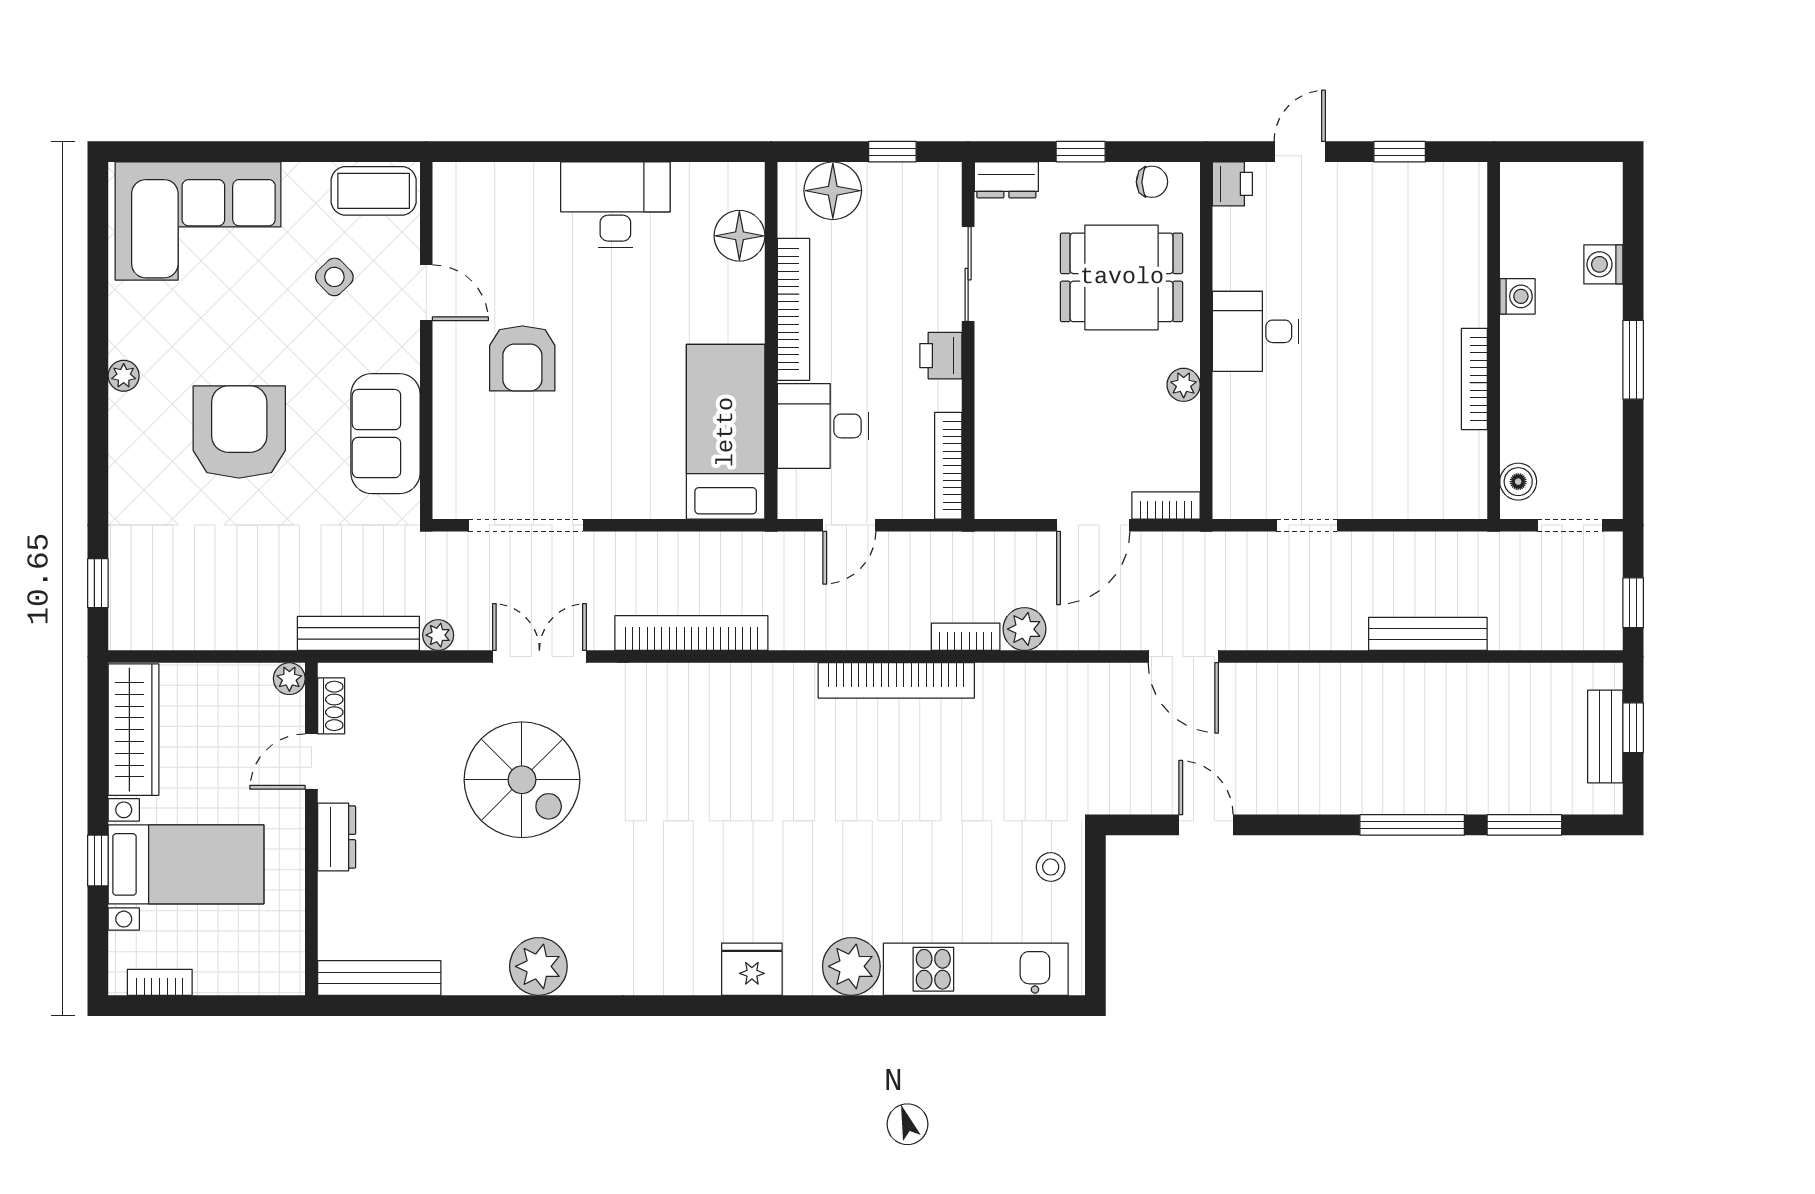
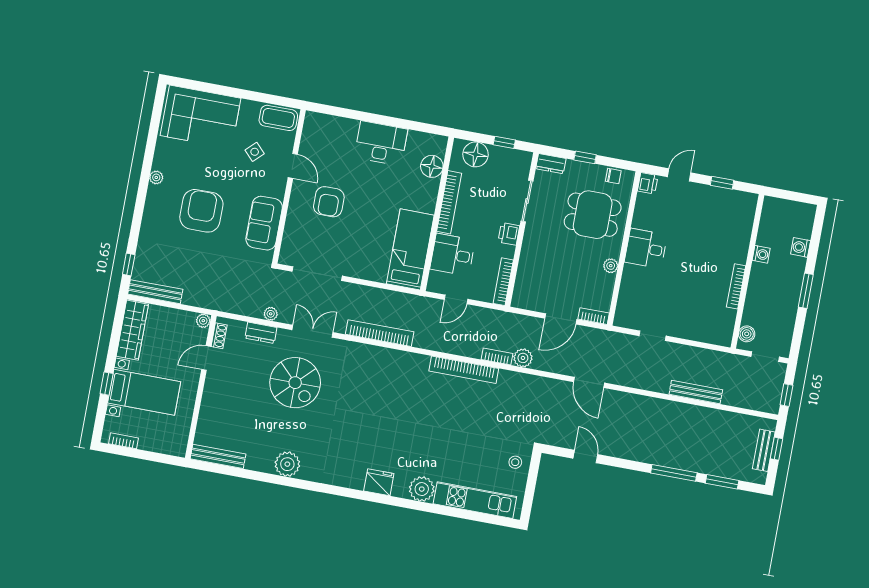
bench: (358, 633) -> (155, 292), moved
dresser: (337, 837) -> (261, 333), moved, turned 90

